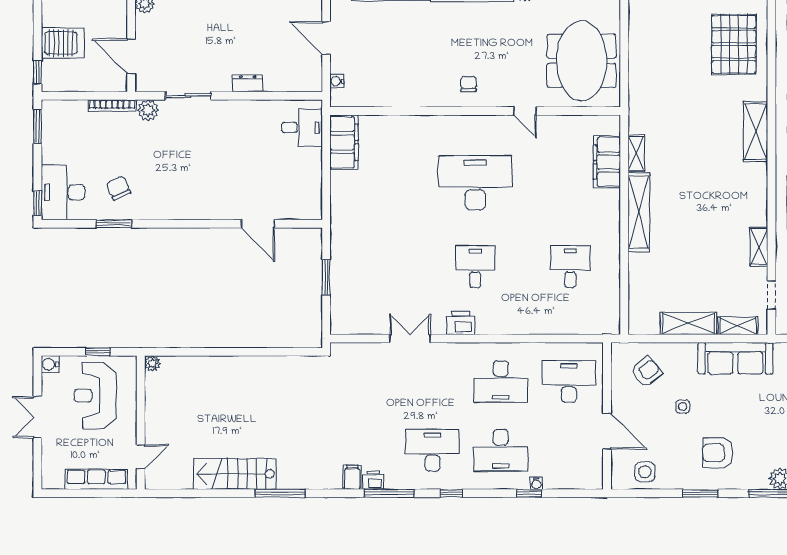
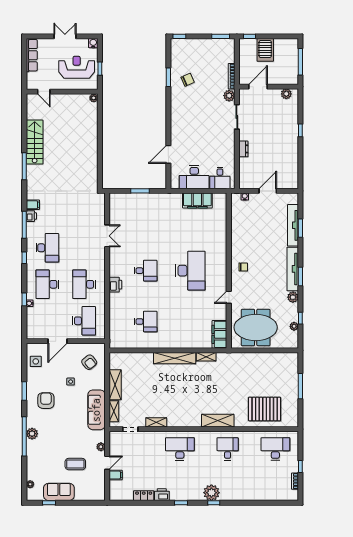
filing cabinet: (344, 142) -> (197, 200), moved
filing cabinet: (607, 162) -> (219, 334), moved, turned -90
desk: (63, 192) -> (194, 177), moved, turned 180
printer: (461, 323) -> (115, 285), moved
row of seats: (96, 479) -> (32, 55), moved

